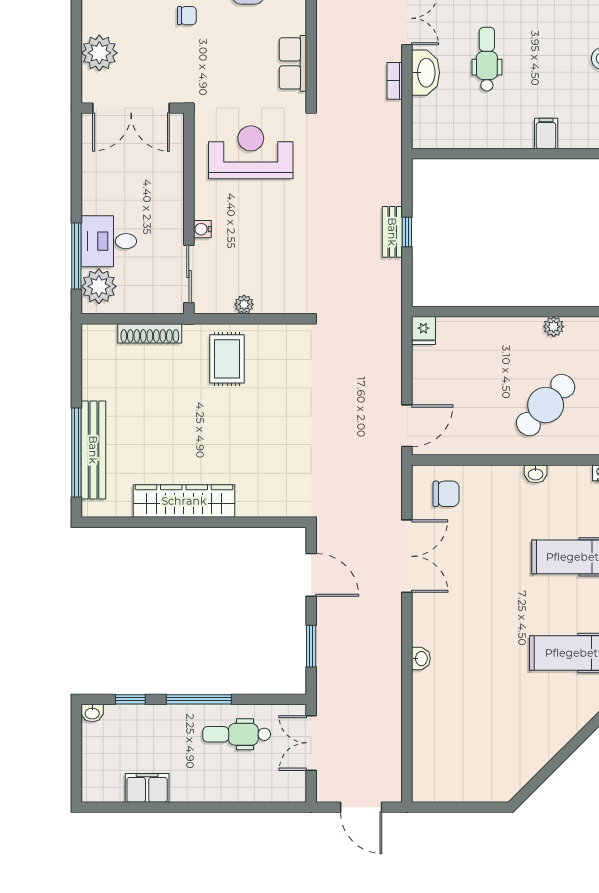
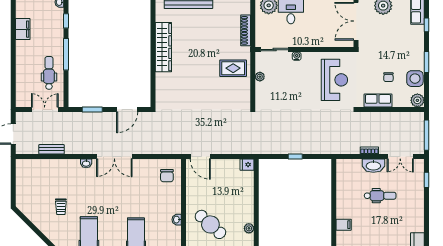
chair: (187, 16) -> (388, 77), moved
bench: (392, 232) -> (52, 149), moved
double door: (407, 556) -> (114, 156), moved
trolley: (510, 710) -> (61, 207), added

